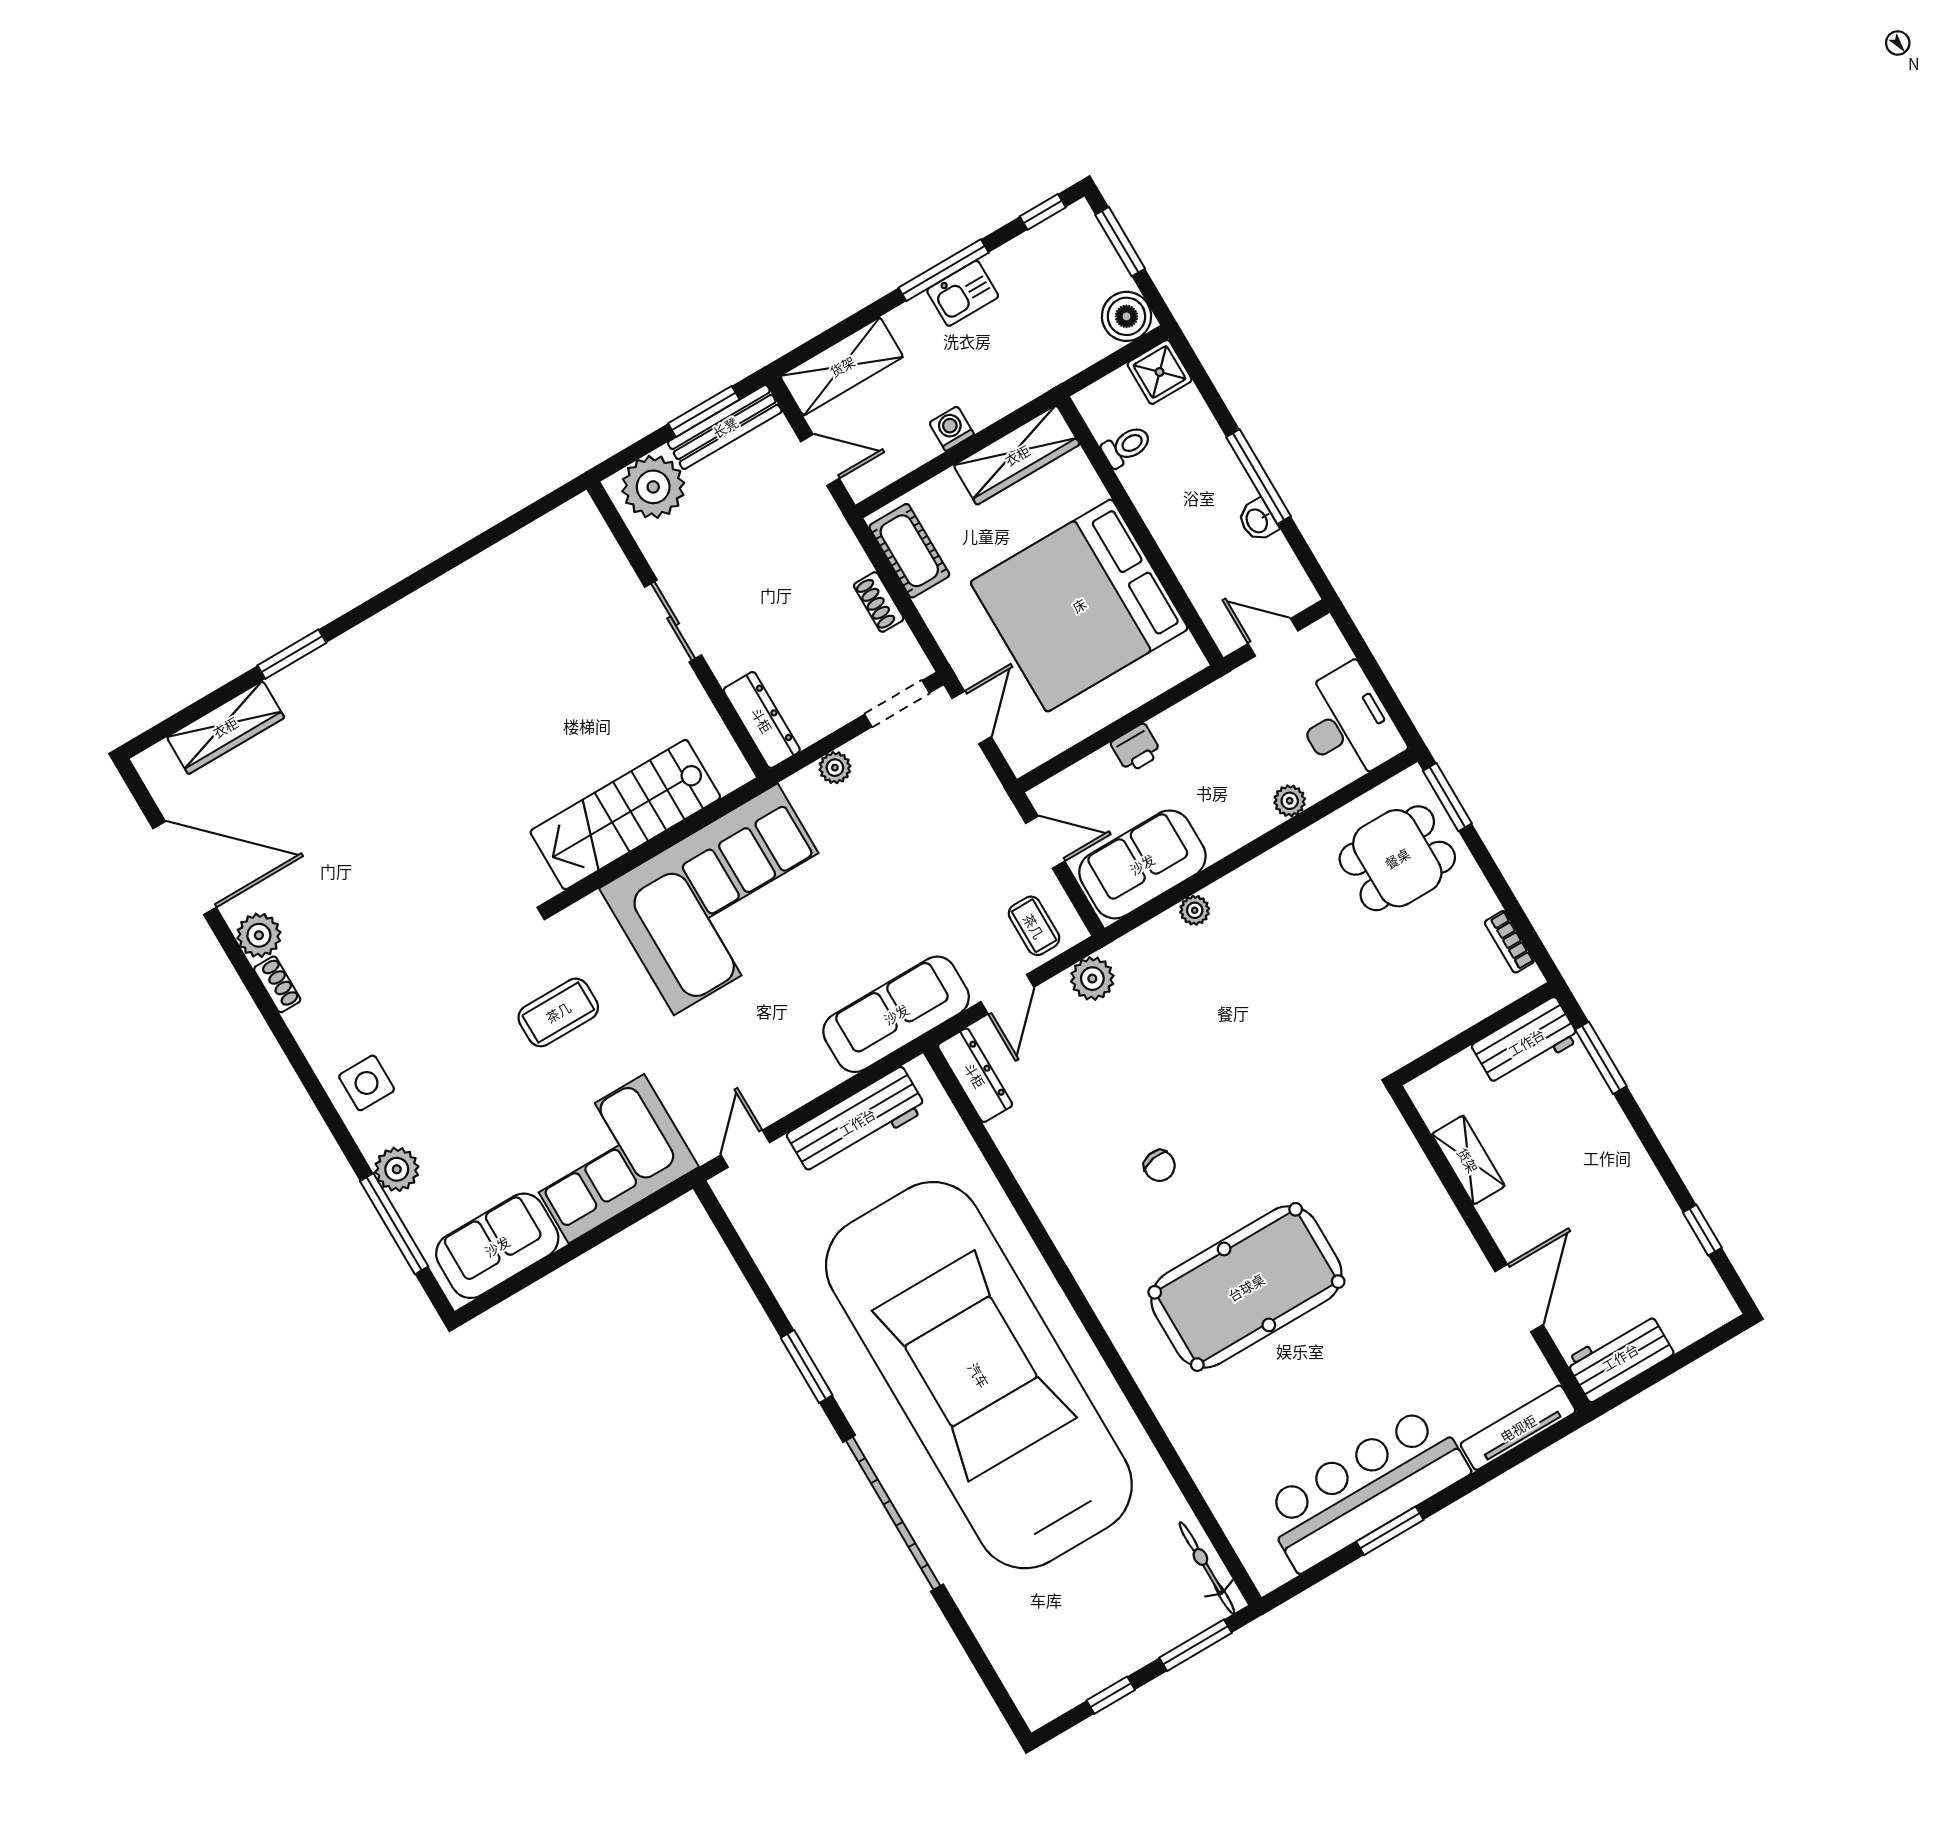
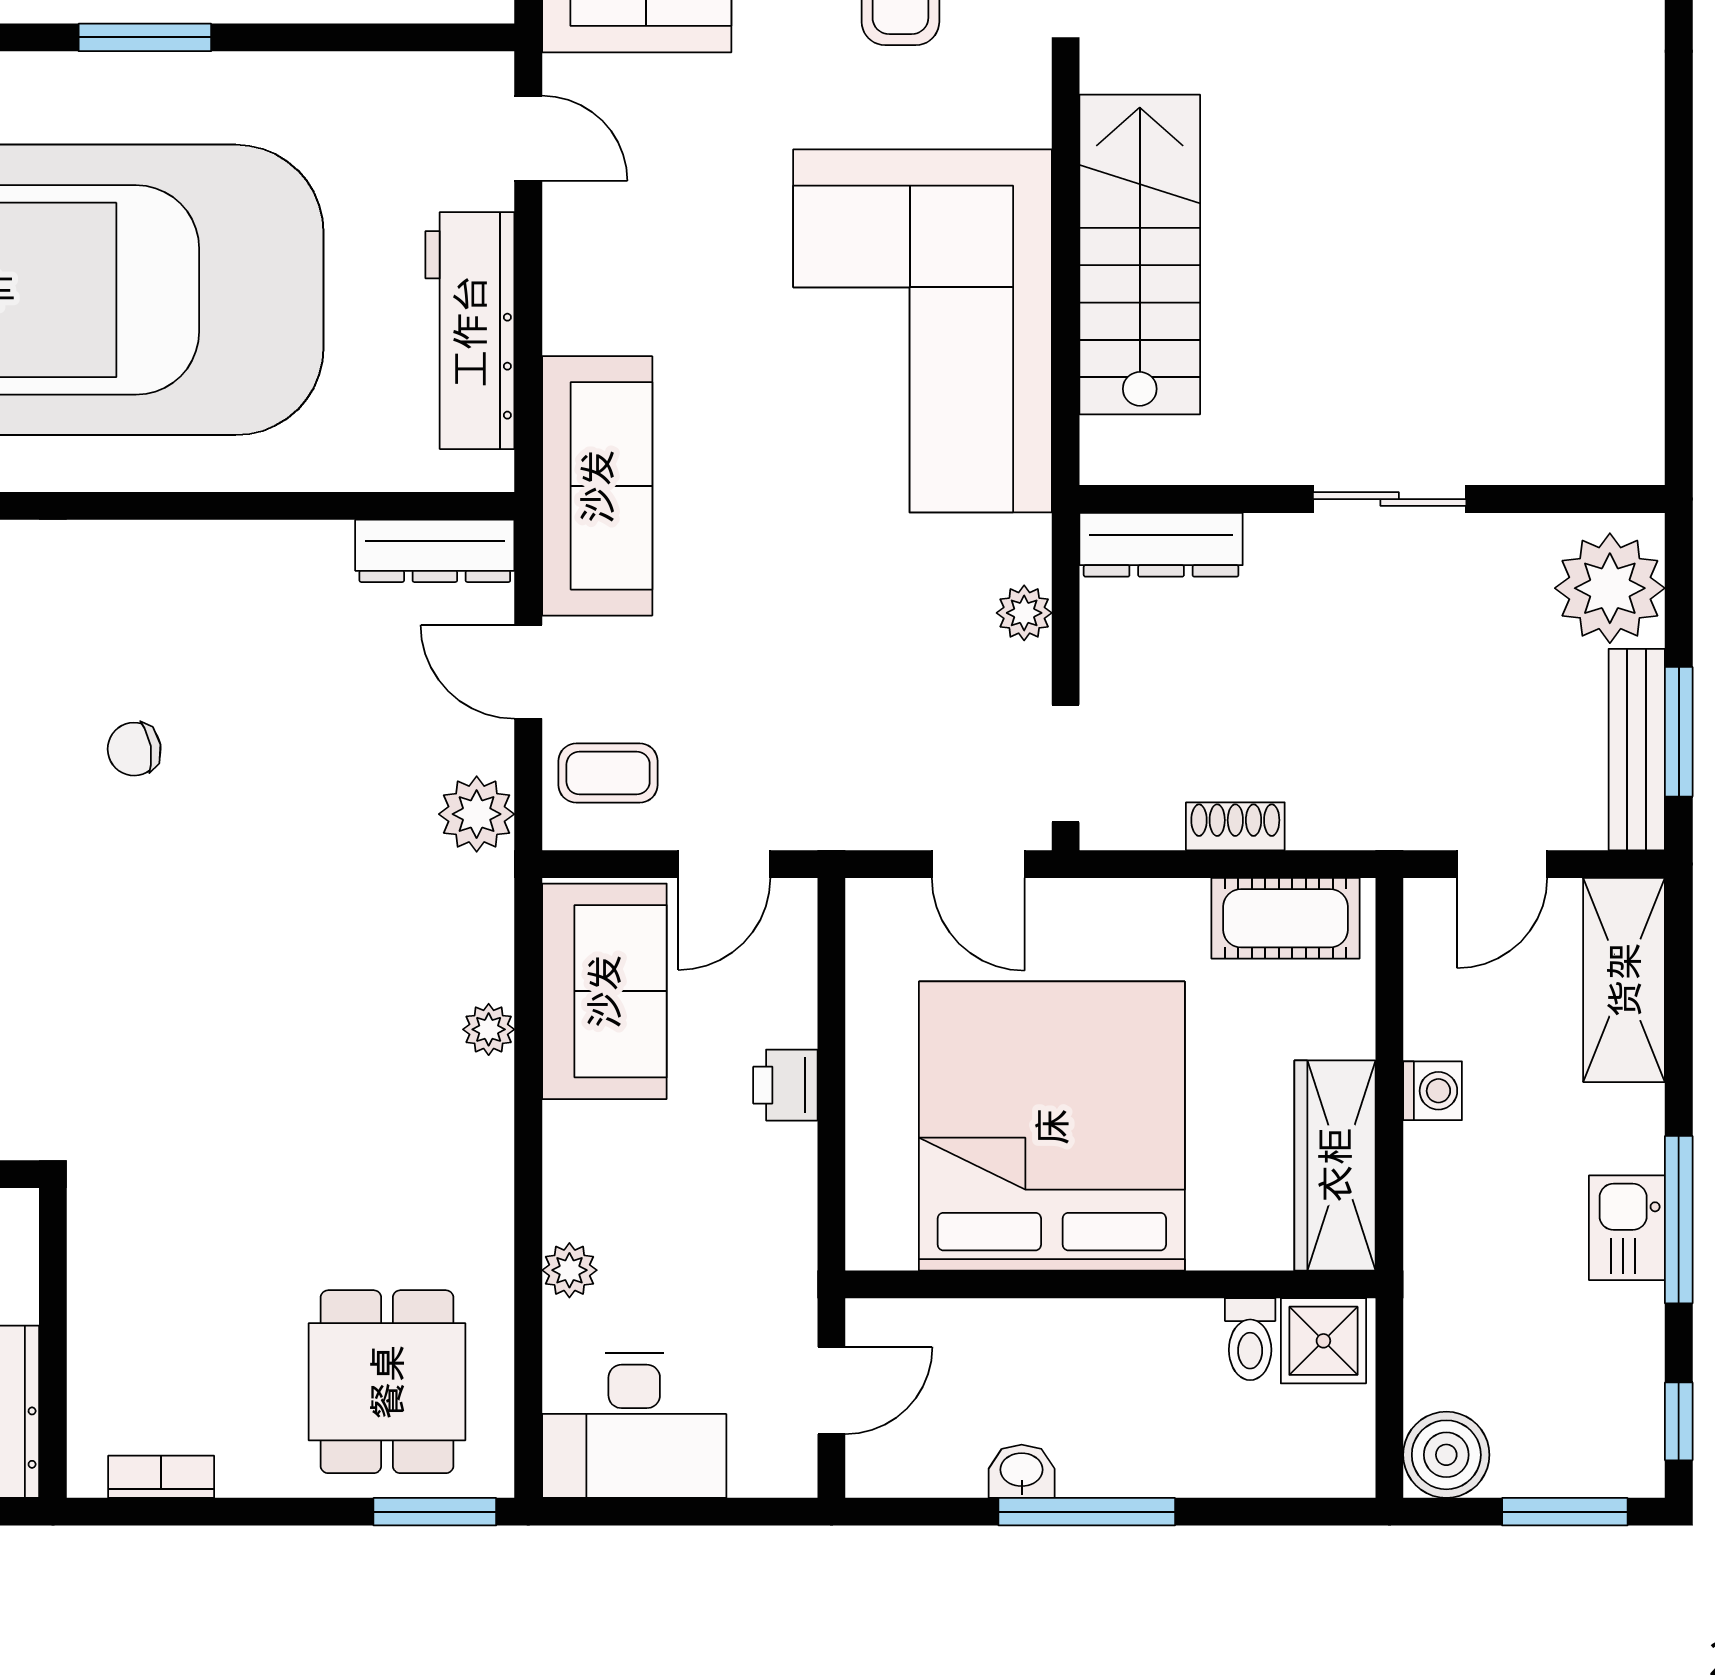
shower: (1160, 372) -> (1323, 1341), moved

